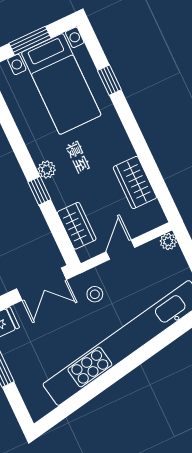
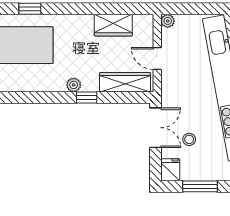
wardrobe: (77, 226) -> (125, 82), width x1.50
stool: (95, 294) -> (189, 139), moved

